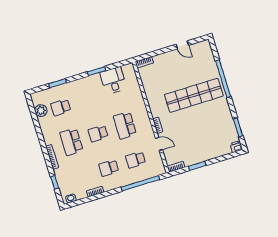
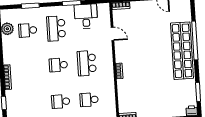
shop shelf: (194, 95) -> (182, 51), moved, turned 90
school desk: (71, 142) -> (56, 29), moved
door: (159, 144) -> (113, 34), moved

